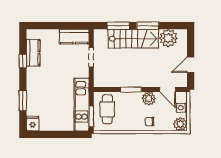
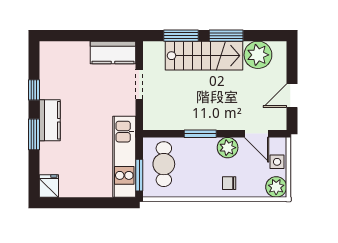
kitchen counter: (33, 53) -> (50, 120), moved
window: (23, 101) -> (34, 134), moved

